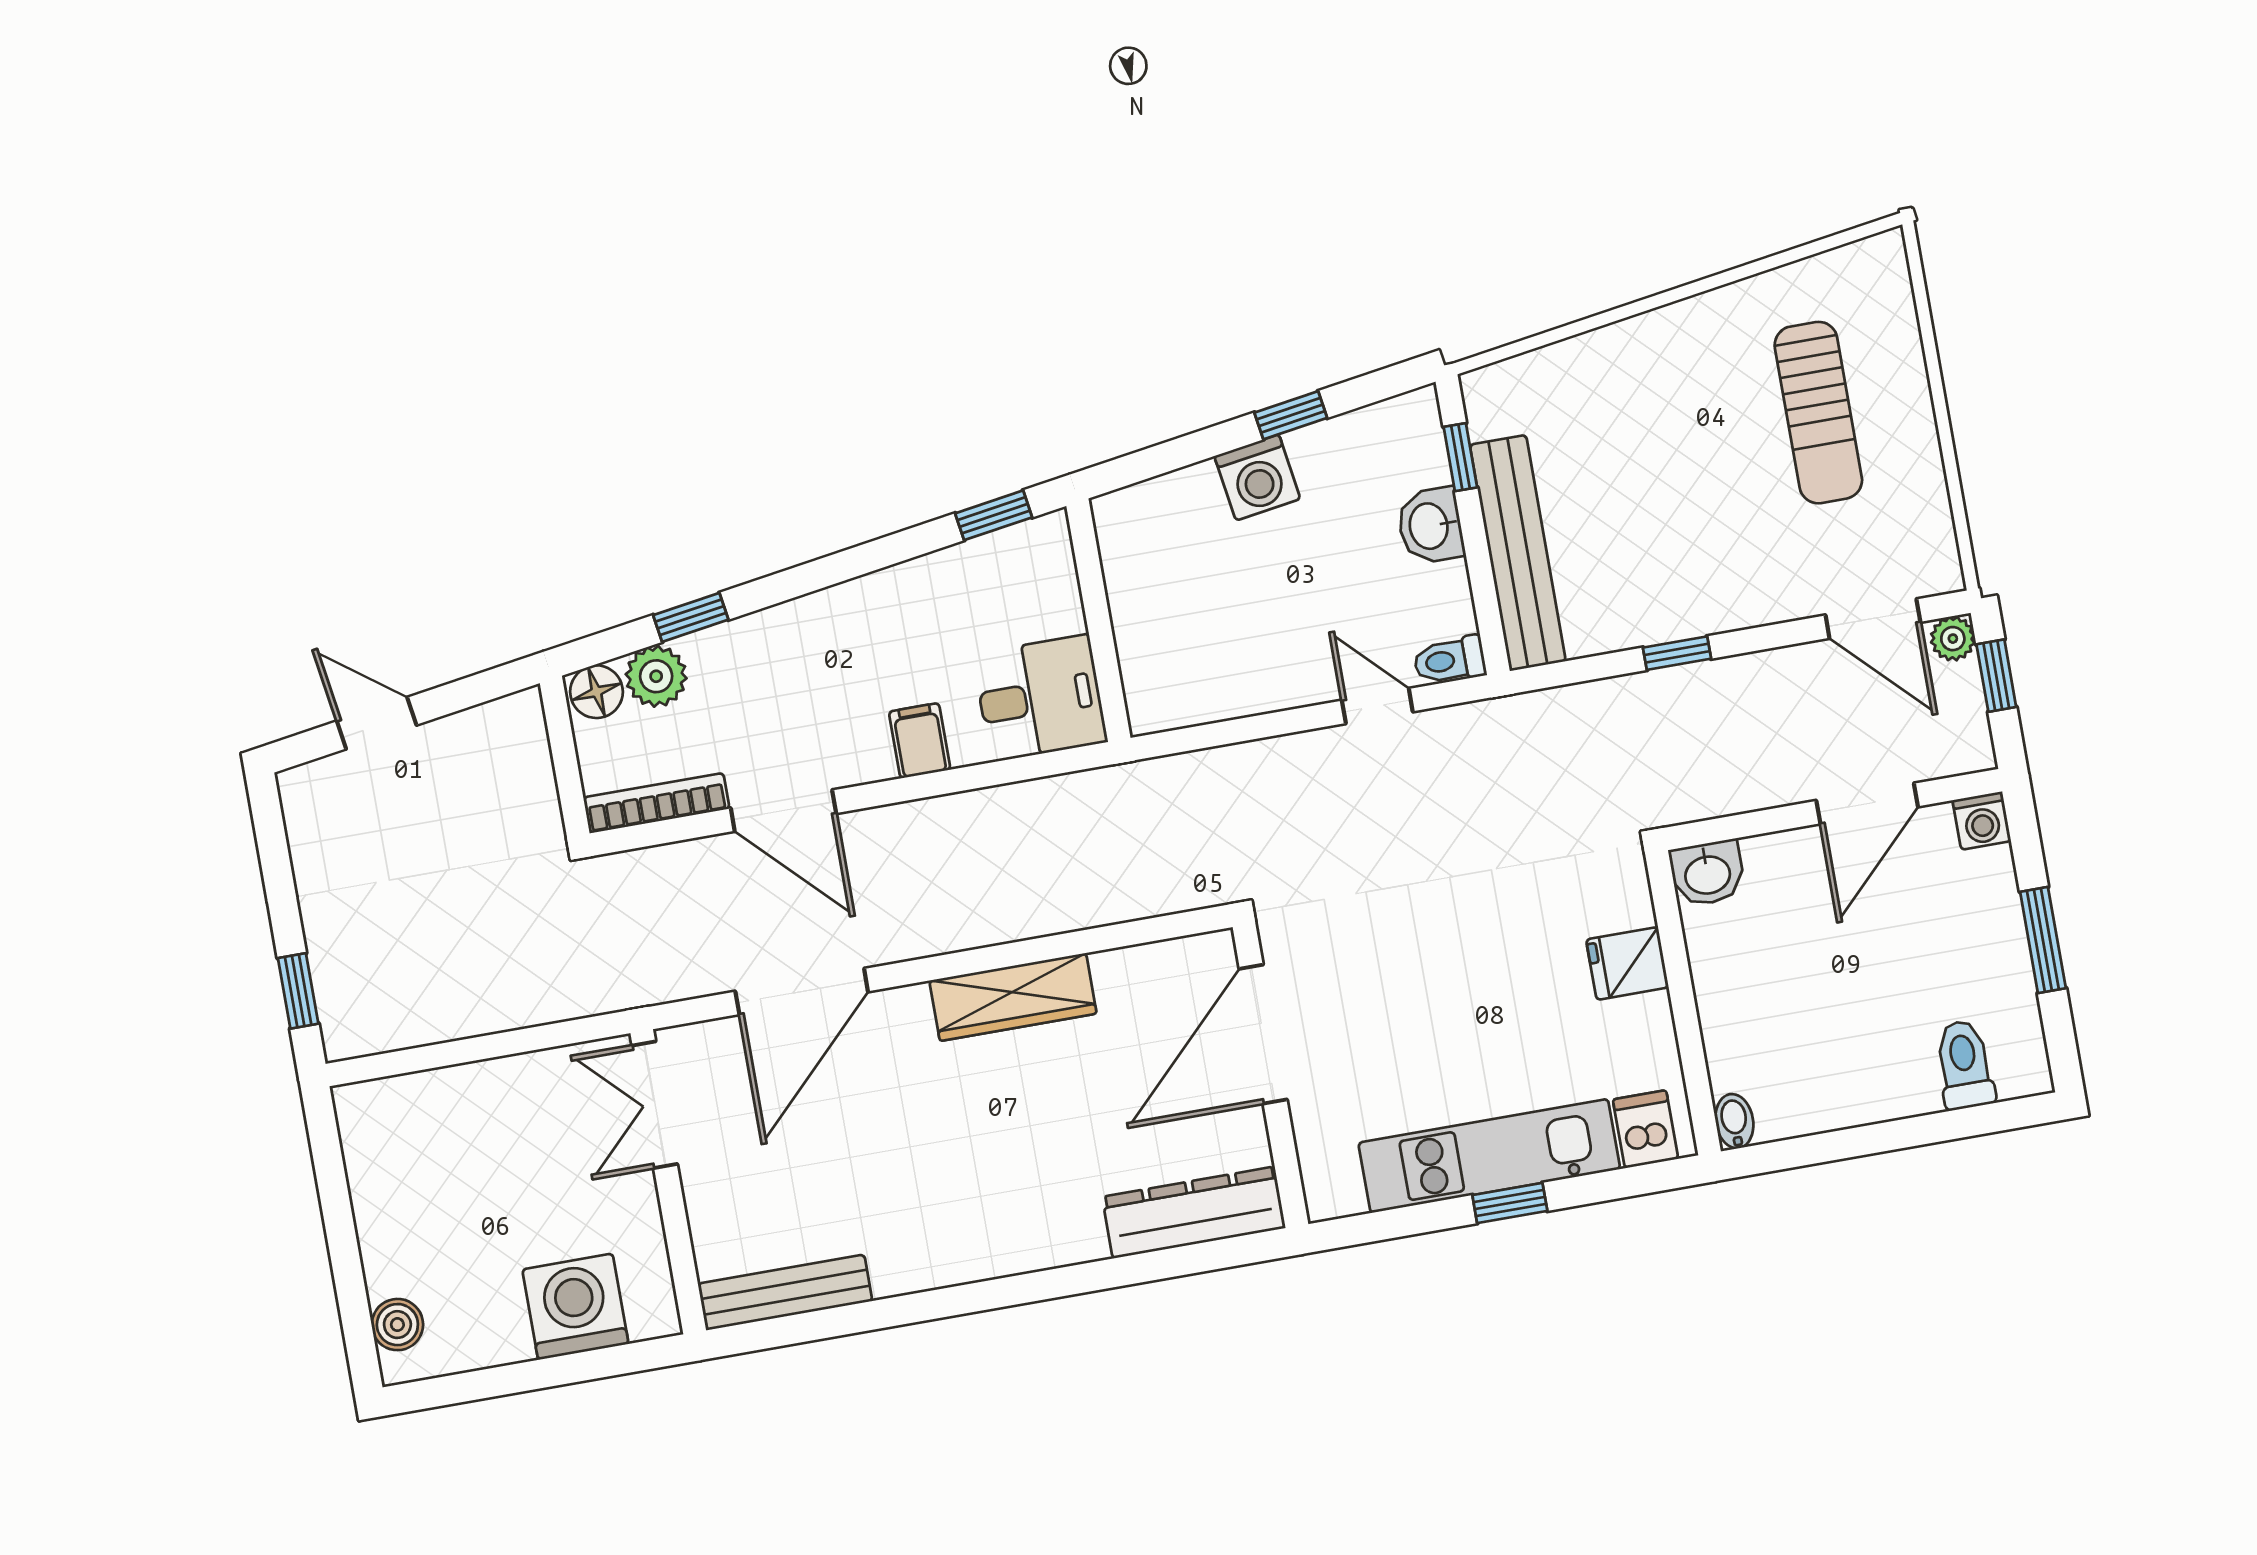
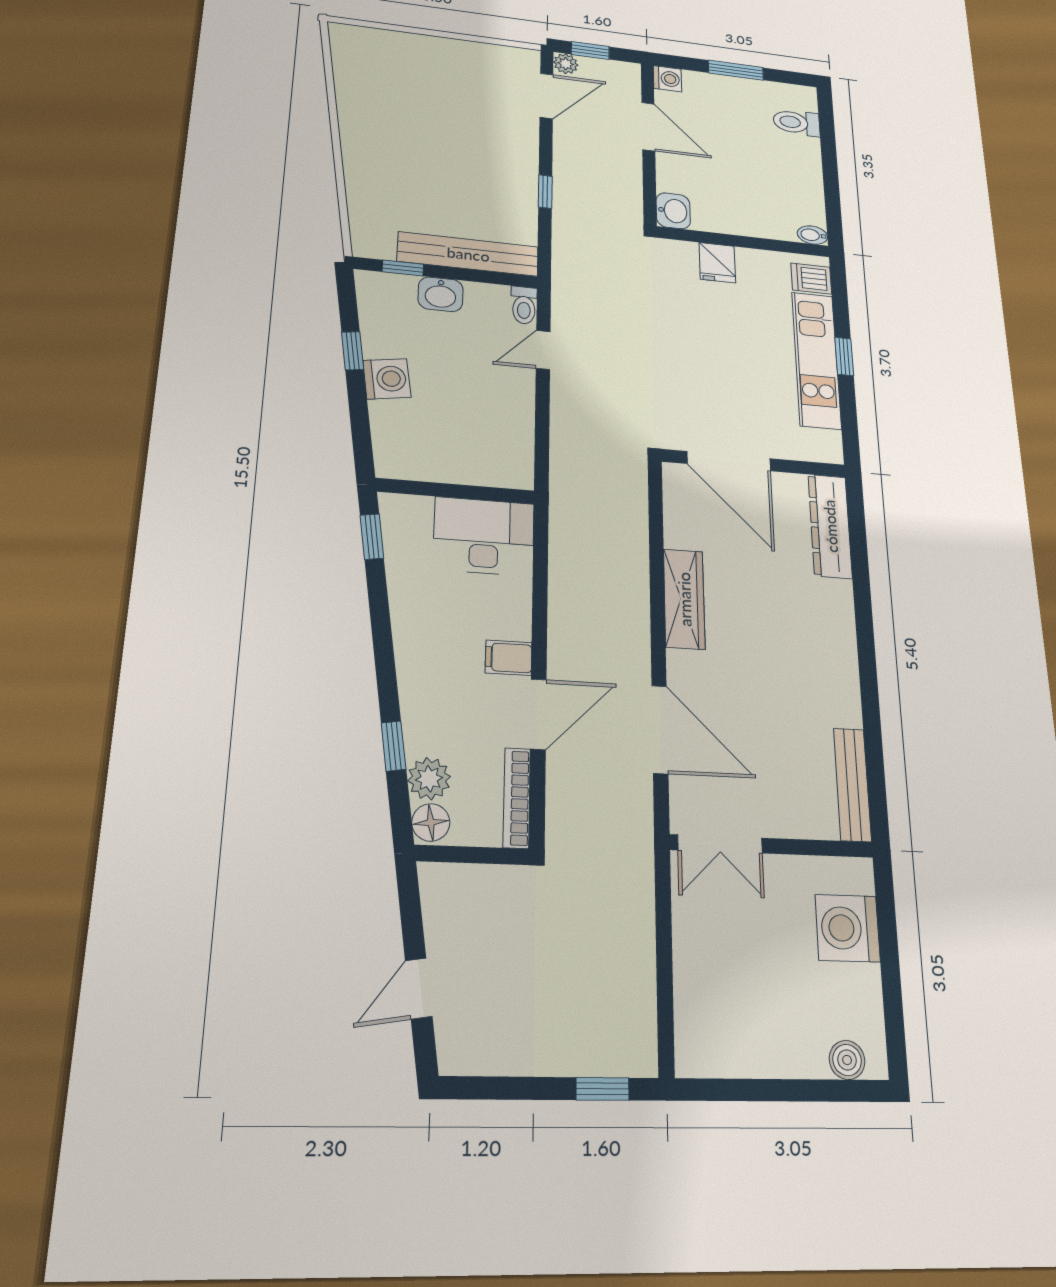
sun lounger: (1818, 413) -> (424, 89), removed
desk: (1040, 698) -> (484, 536), width x1.37
filing cabinet: (920, 741) -> (509, 658), moved

